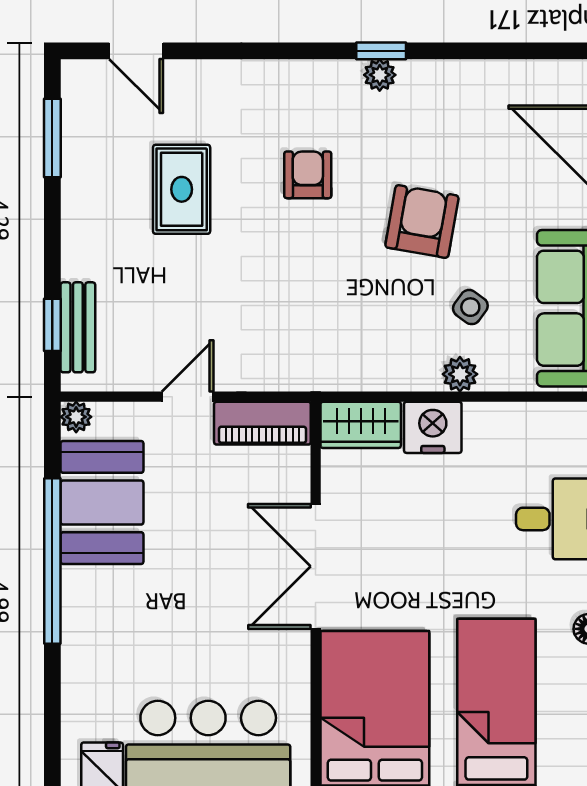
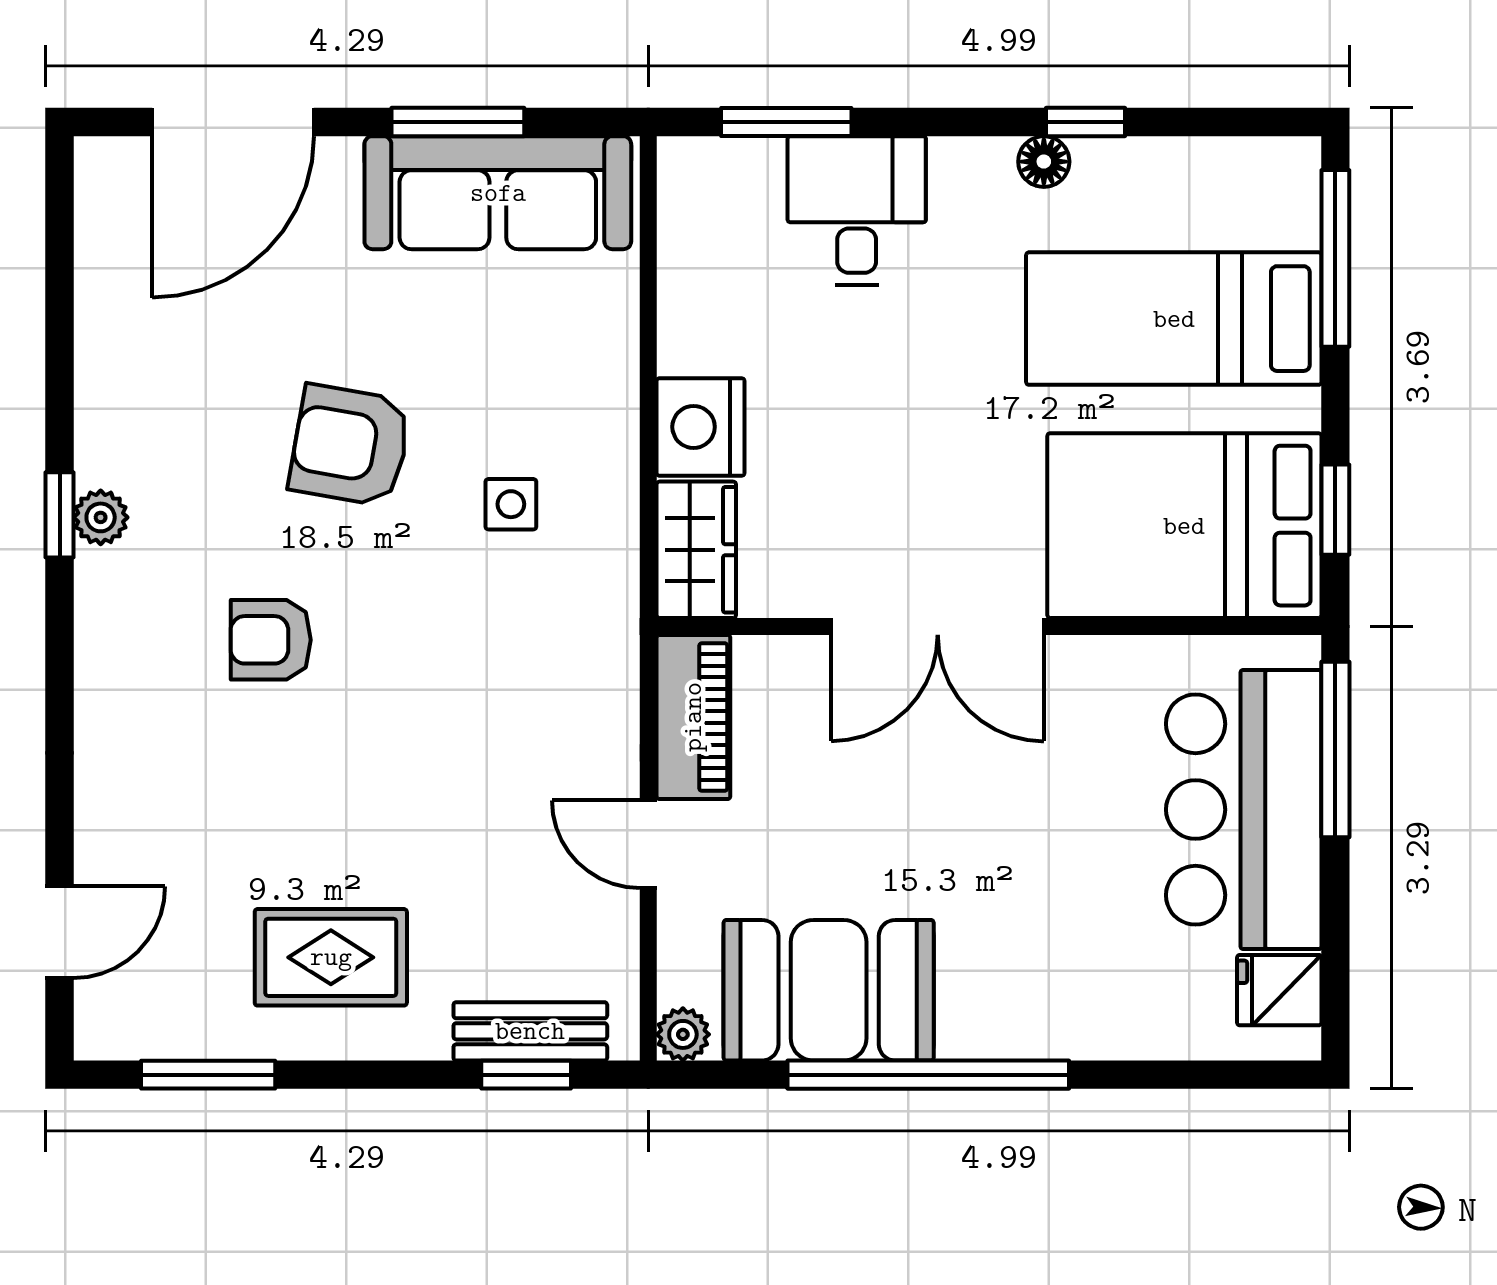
rug: (182, 189) -> (331, 957), moved
side table: (470, 307) -> (511, 504), moved, turned -36
plant: (460, 374) -> (610, 381), removed

